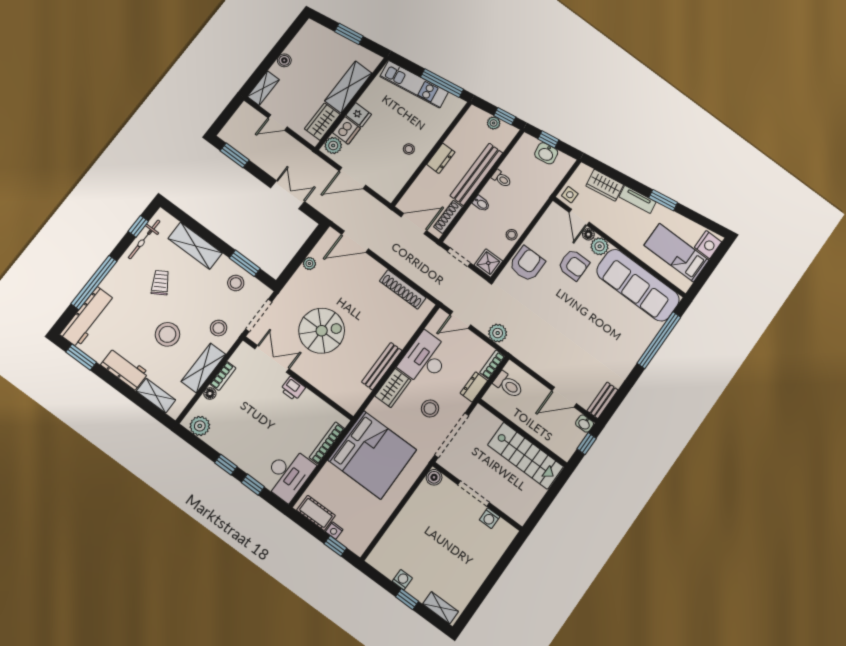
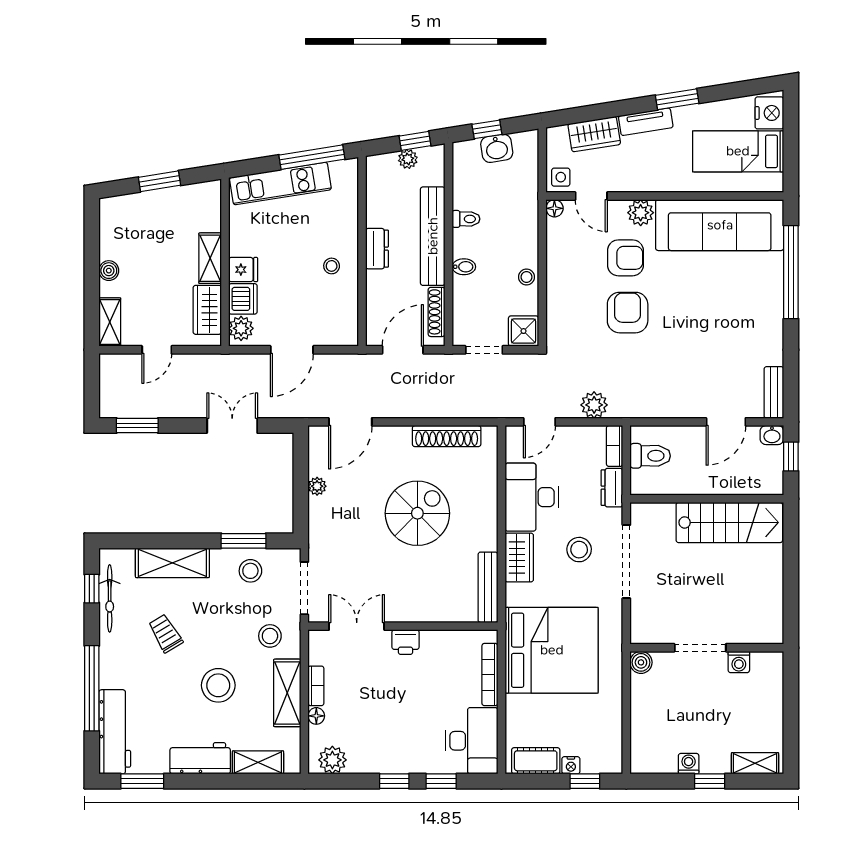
shelving: (348, 87) -> (210, 258), width x0.67, depth x0.75
floor lamp: (588, 234) -> (554, 208), moved
armchair: (527, 264) -> (628, 313), moved
spiral stairs: (322, 331) -> (417, 513), moved
bench: (382, 366) -> (488, 587), moved
boiler: (434, 477) -> (641, 662), moved
doorway: (474, 494) -> (700, 648), moved
wall: (477, 496) -> (707, 648), moved
washing machine: (490, 518) -> (739, 662), moved

